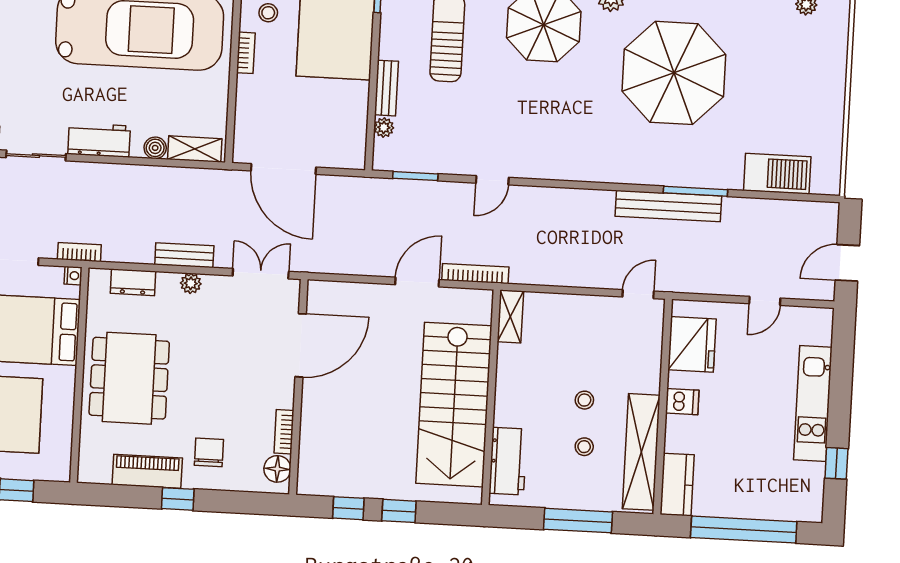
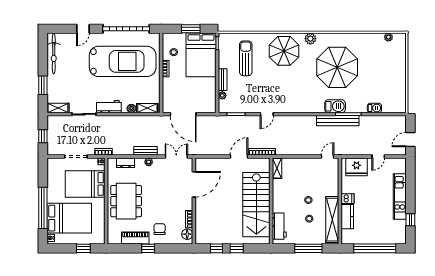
barbecue: (664, 170) -> (335, 106), added
barbecue: (777, 174) -> (374, 108), width x0.53, depth x0.65
fridge: (692, 344) -> (357, 167), moved, turned 90
kitchen counter: (677, 485) -> (347, 217), moved

